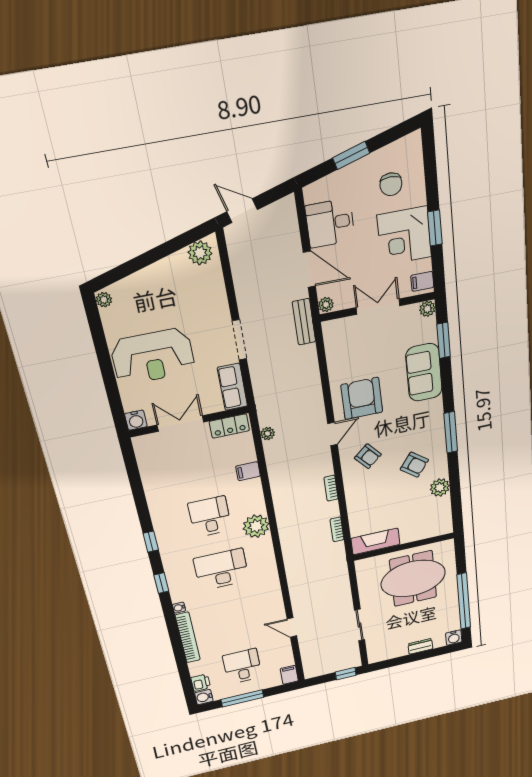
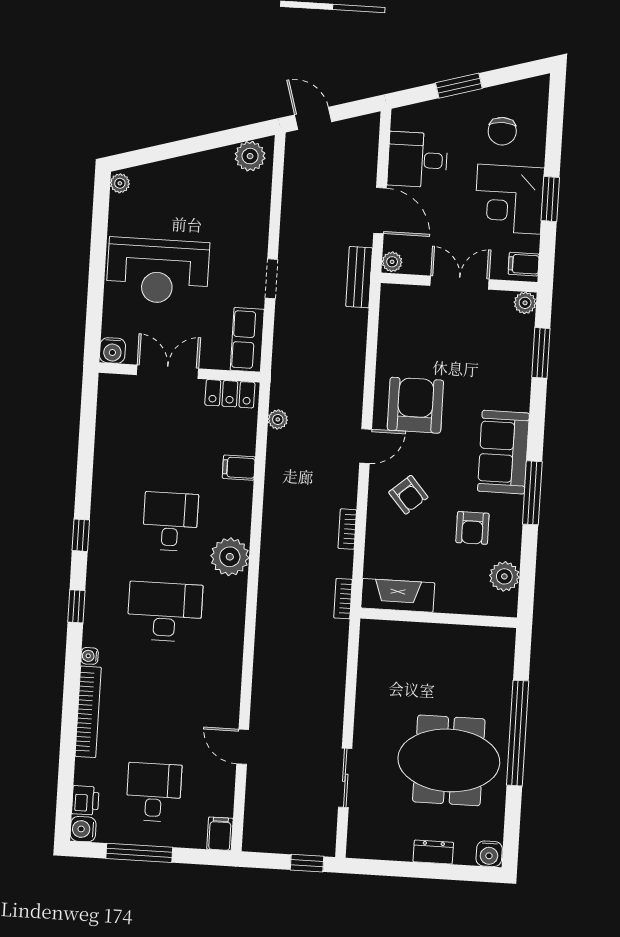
doorway: (239, 340) -> (271, 279), width x0.73
sofa: (424, 372) -> (503, 452), moved
armchair: (414, 465) -> (472, 528), turned 53
fireplace: (375, 541) -> (398, 595), moved
wall: (404, 547) -> (439, 618), moved
meeting table: (413, 579) -> (449, 760), moved
window: (464, 601) -> (518, 733), moved

